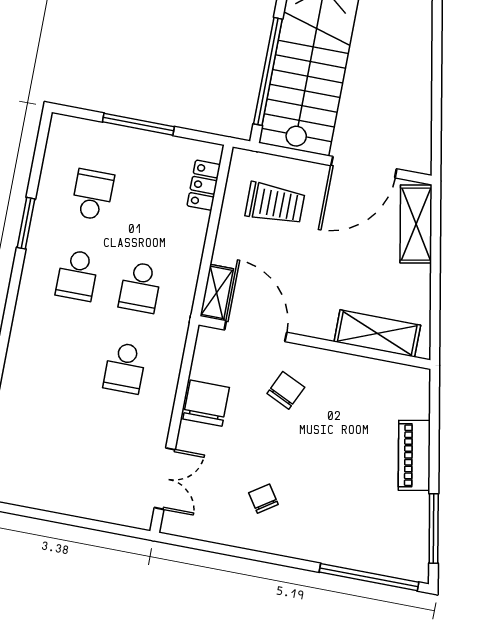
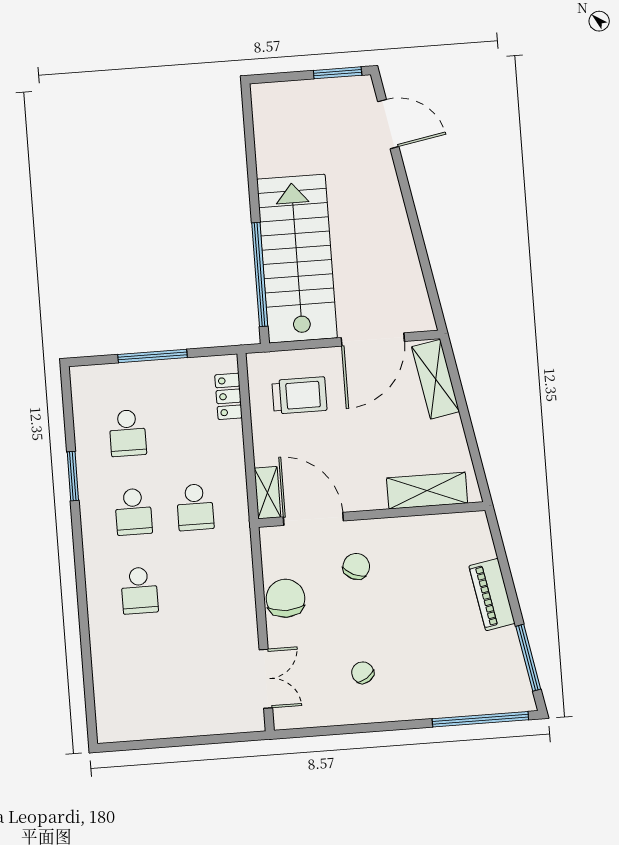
school desk: (93, 195) -> (128, 433), turned 180
school desk: (125, 368) -> (139, 590), moved

